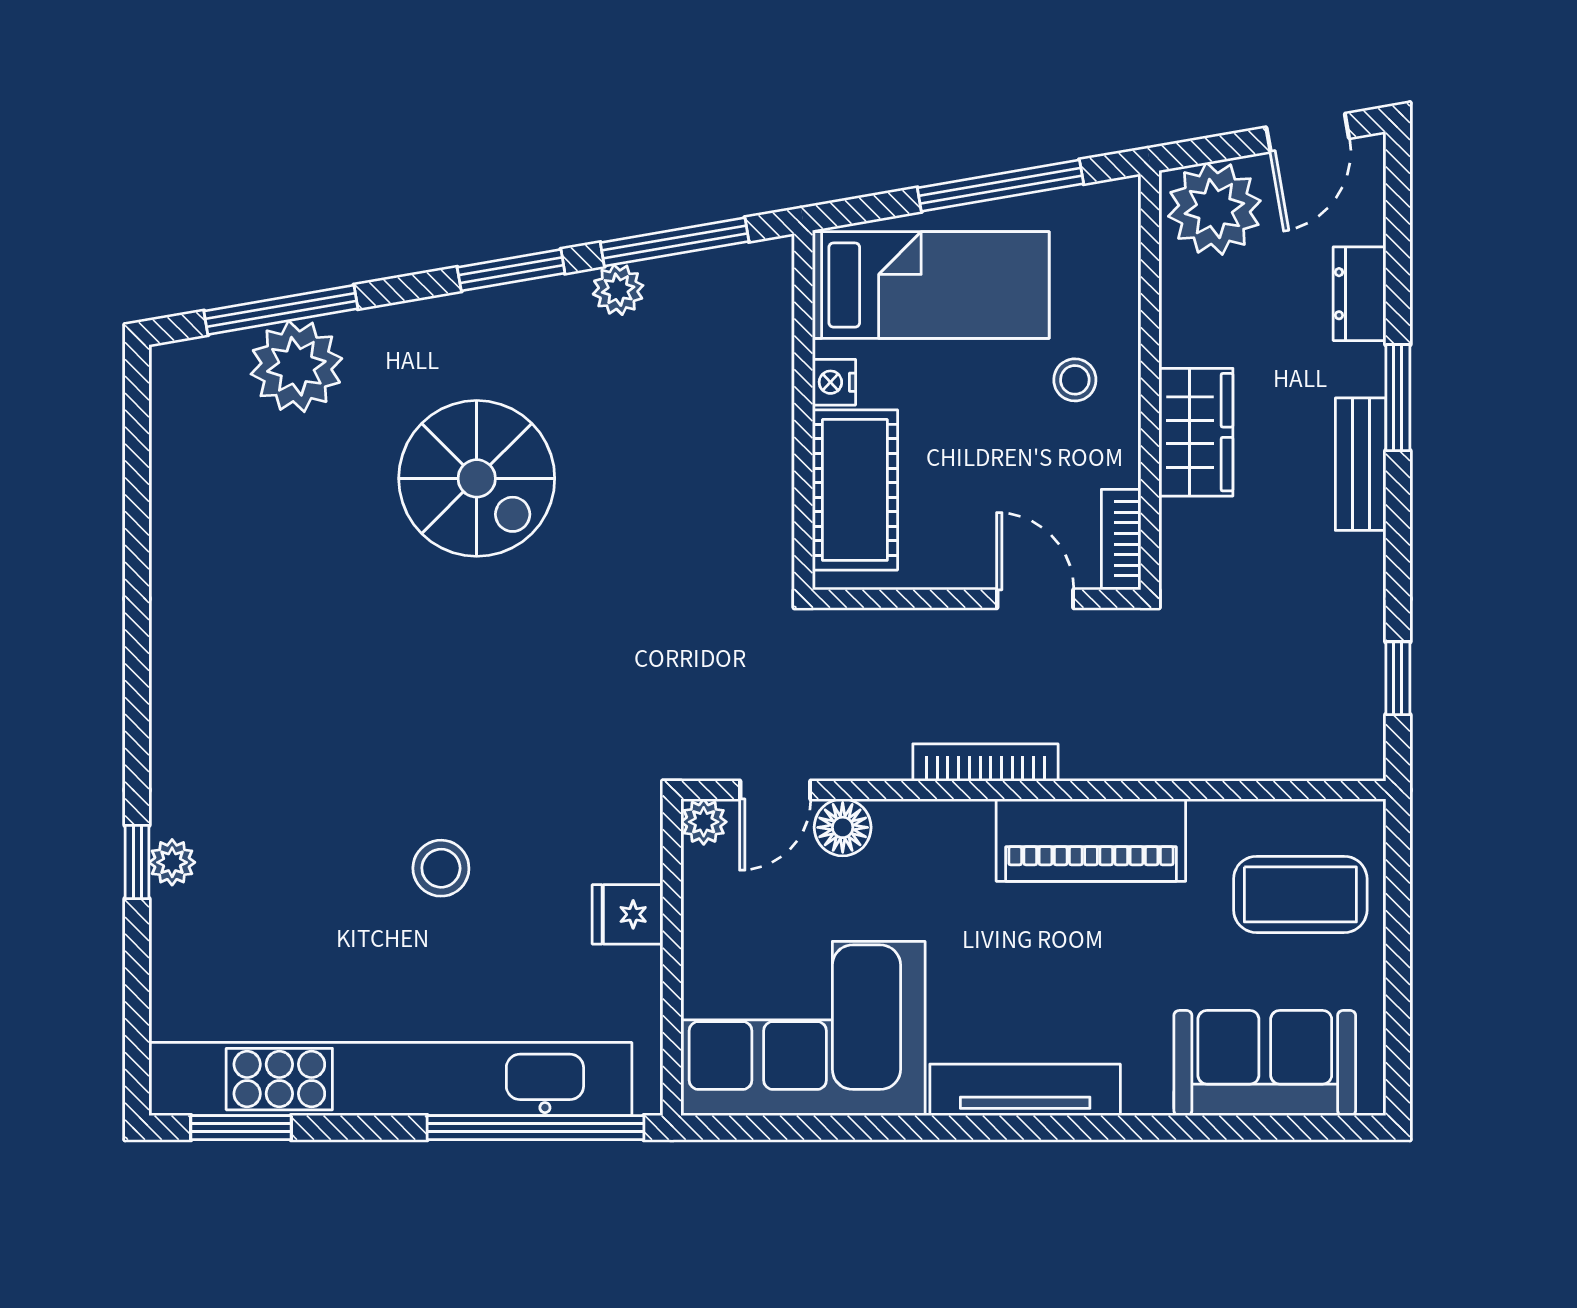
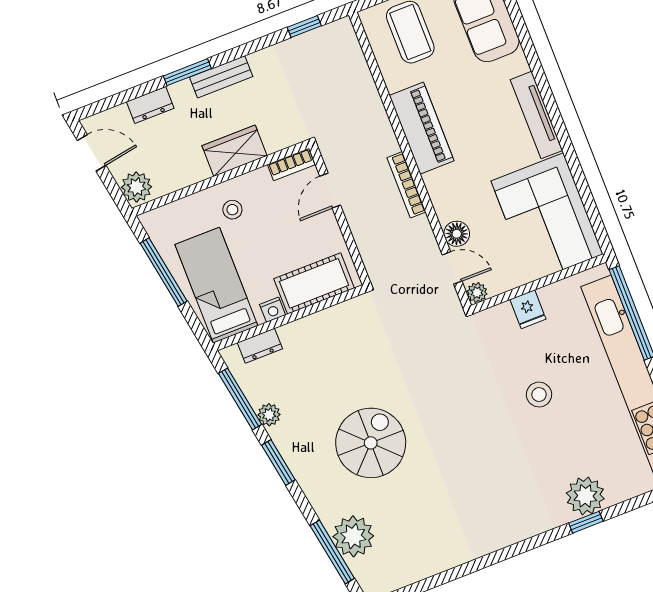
plant: (1214, 209) -> (136, 187), width x0.73, depth x0.73
dresser: (769, 327) -> (260, 346), added
plant: (172, 862) -> (585, 496), width x1.87, depth x1.87

